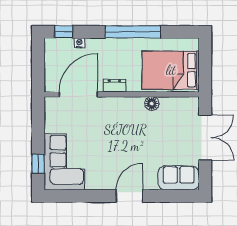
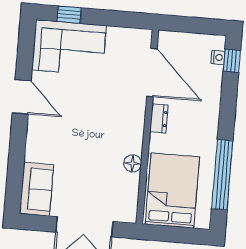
window: (133, 32) -> (222, 175), moved
nightstand: (79, 43) -> (218, 57), moved
door: (129, 196) -> (22, 97), moved

